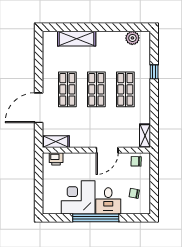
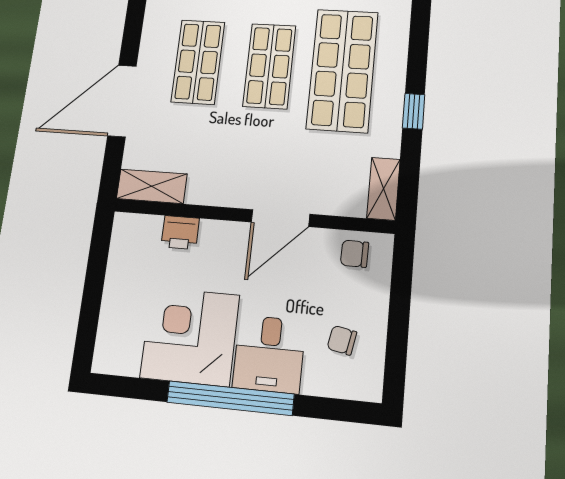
window: (154, 72) -> (414, 111), moved
shop shelf: (125, 89) -> (342, 70), width x1.43, depth x1.36
printer: (56, 159) -> (180, 233), moved

